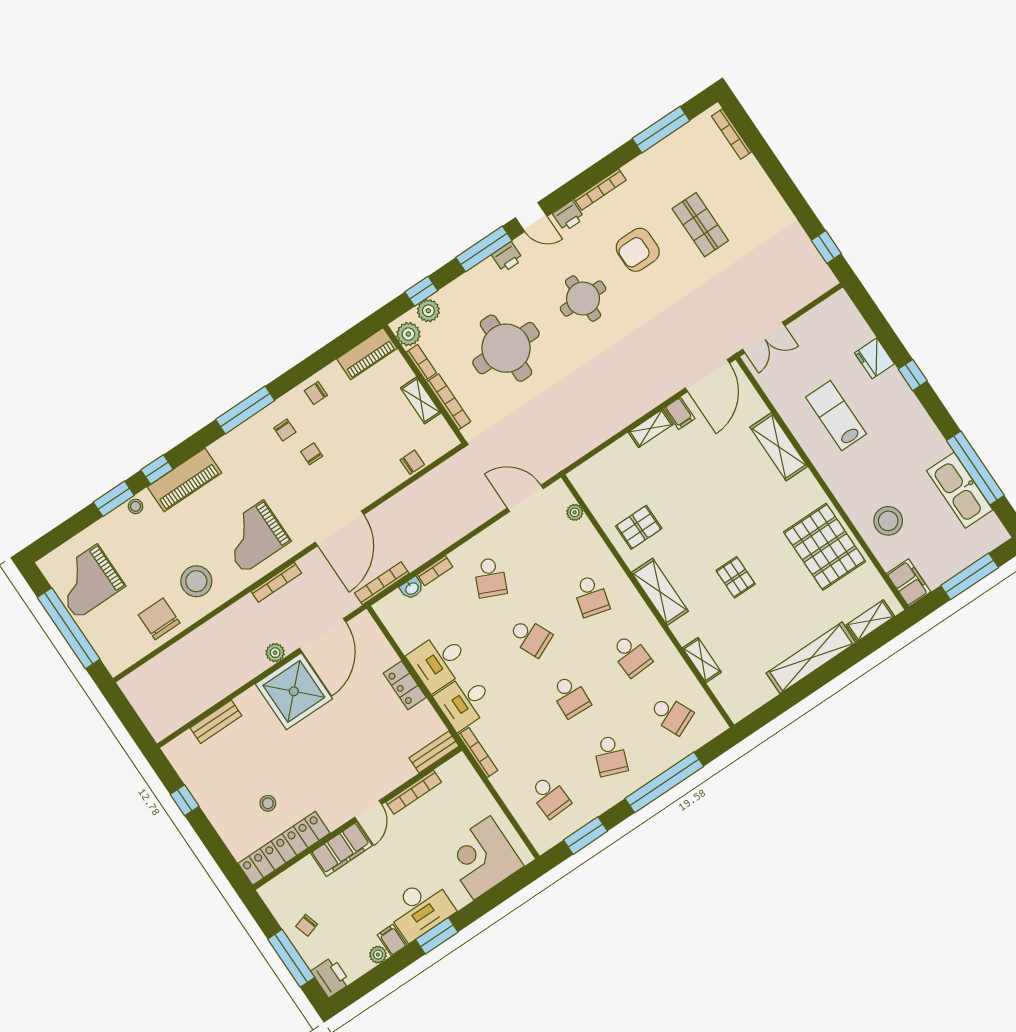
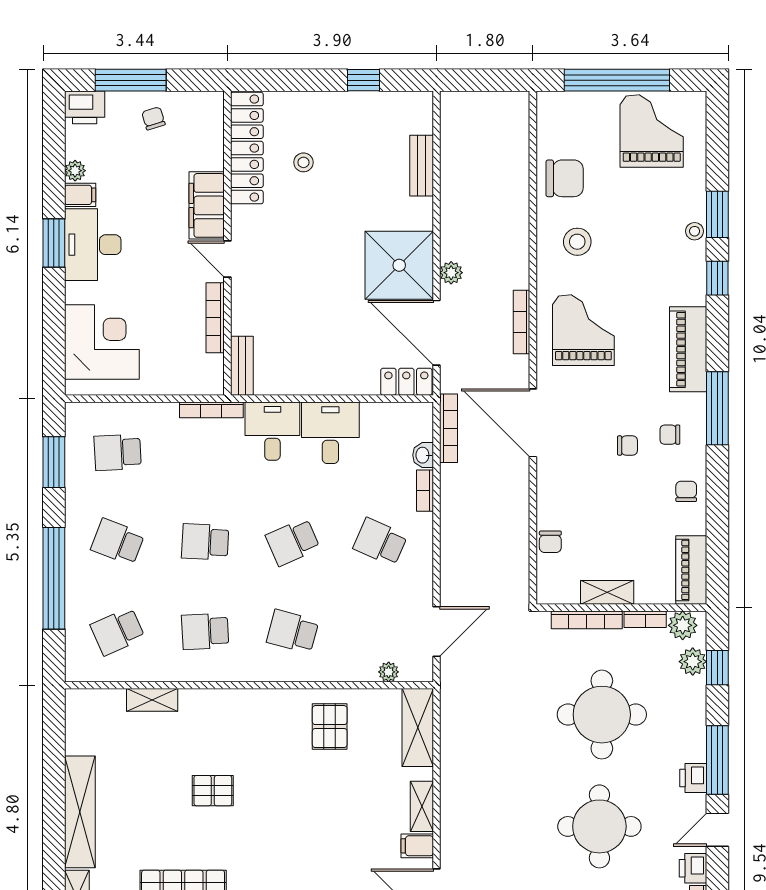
round table: (583, 299) -> (599, 826), width x1.36, depth x1.36
piano: (184, 480) -> (688, 349), moved
stool: (196, 581) -> (577, 242), width x0.73, depth x0.73
shelving: (660, 592) -> (418, 728), moved, turned 90
locker: (405, 685) -> (406, 382), moved

